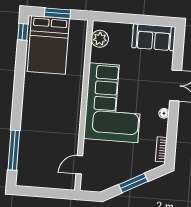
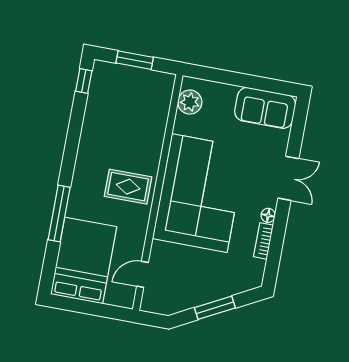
bed: (48, 45) -> (84, 260), moved, turned 180
rug: (62, 104) -> (128, 187), added
bookcase: (161, 149) -> (263, 241), moved
window: (14, 150) -> (59, 213), moved

